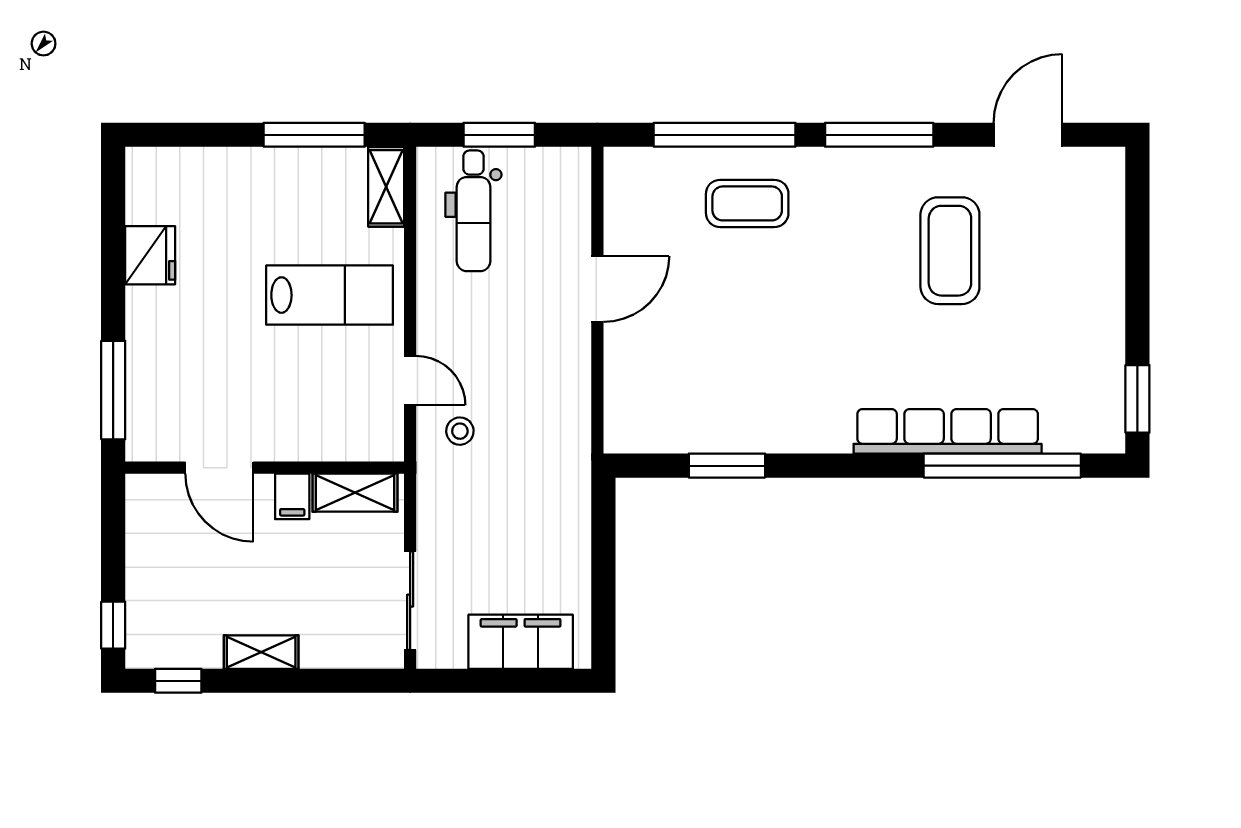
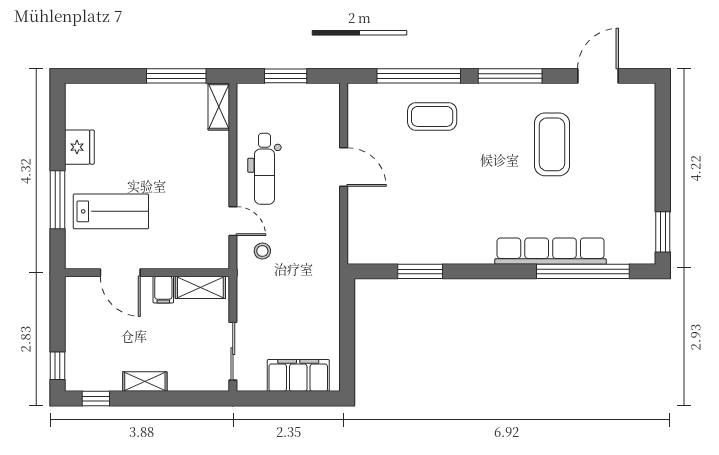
dental chair: (473, 211) -> (264, 169), moved
door: (597, 289) -> (344, 167), hinge flipped
lab bench: (330, 295) -> (111, 211), moved
window: (113, 390) -> (57, 200), moved

